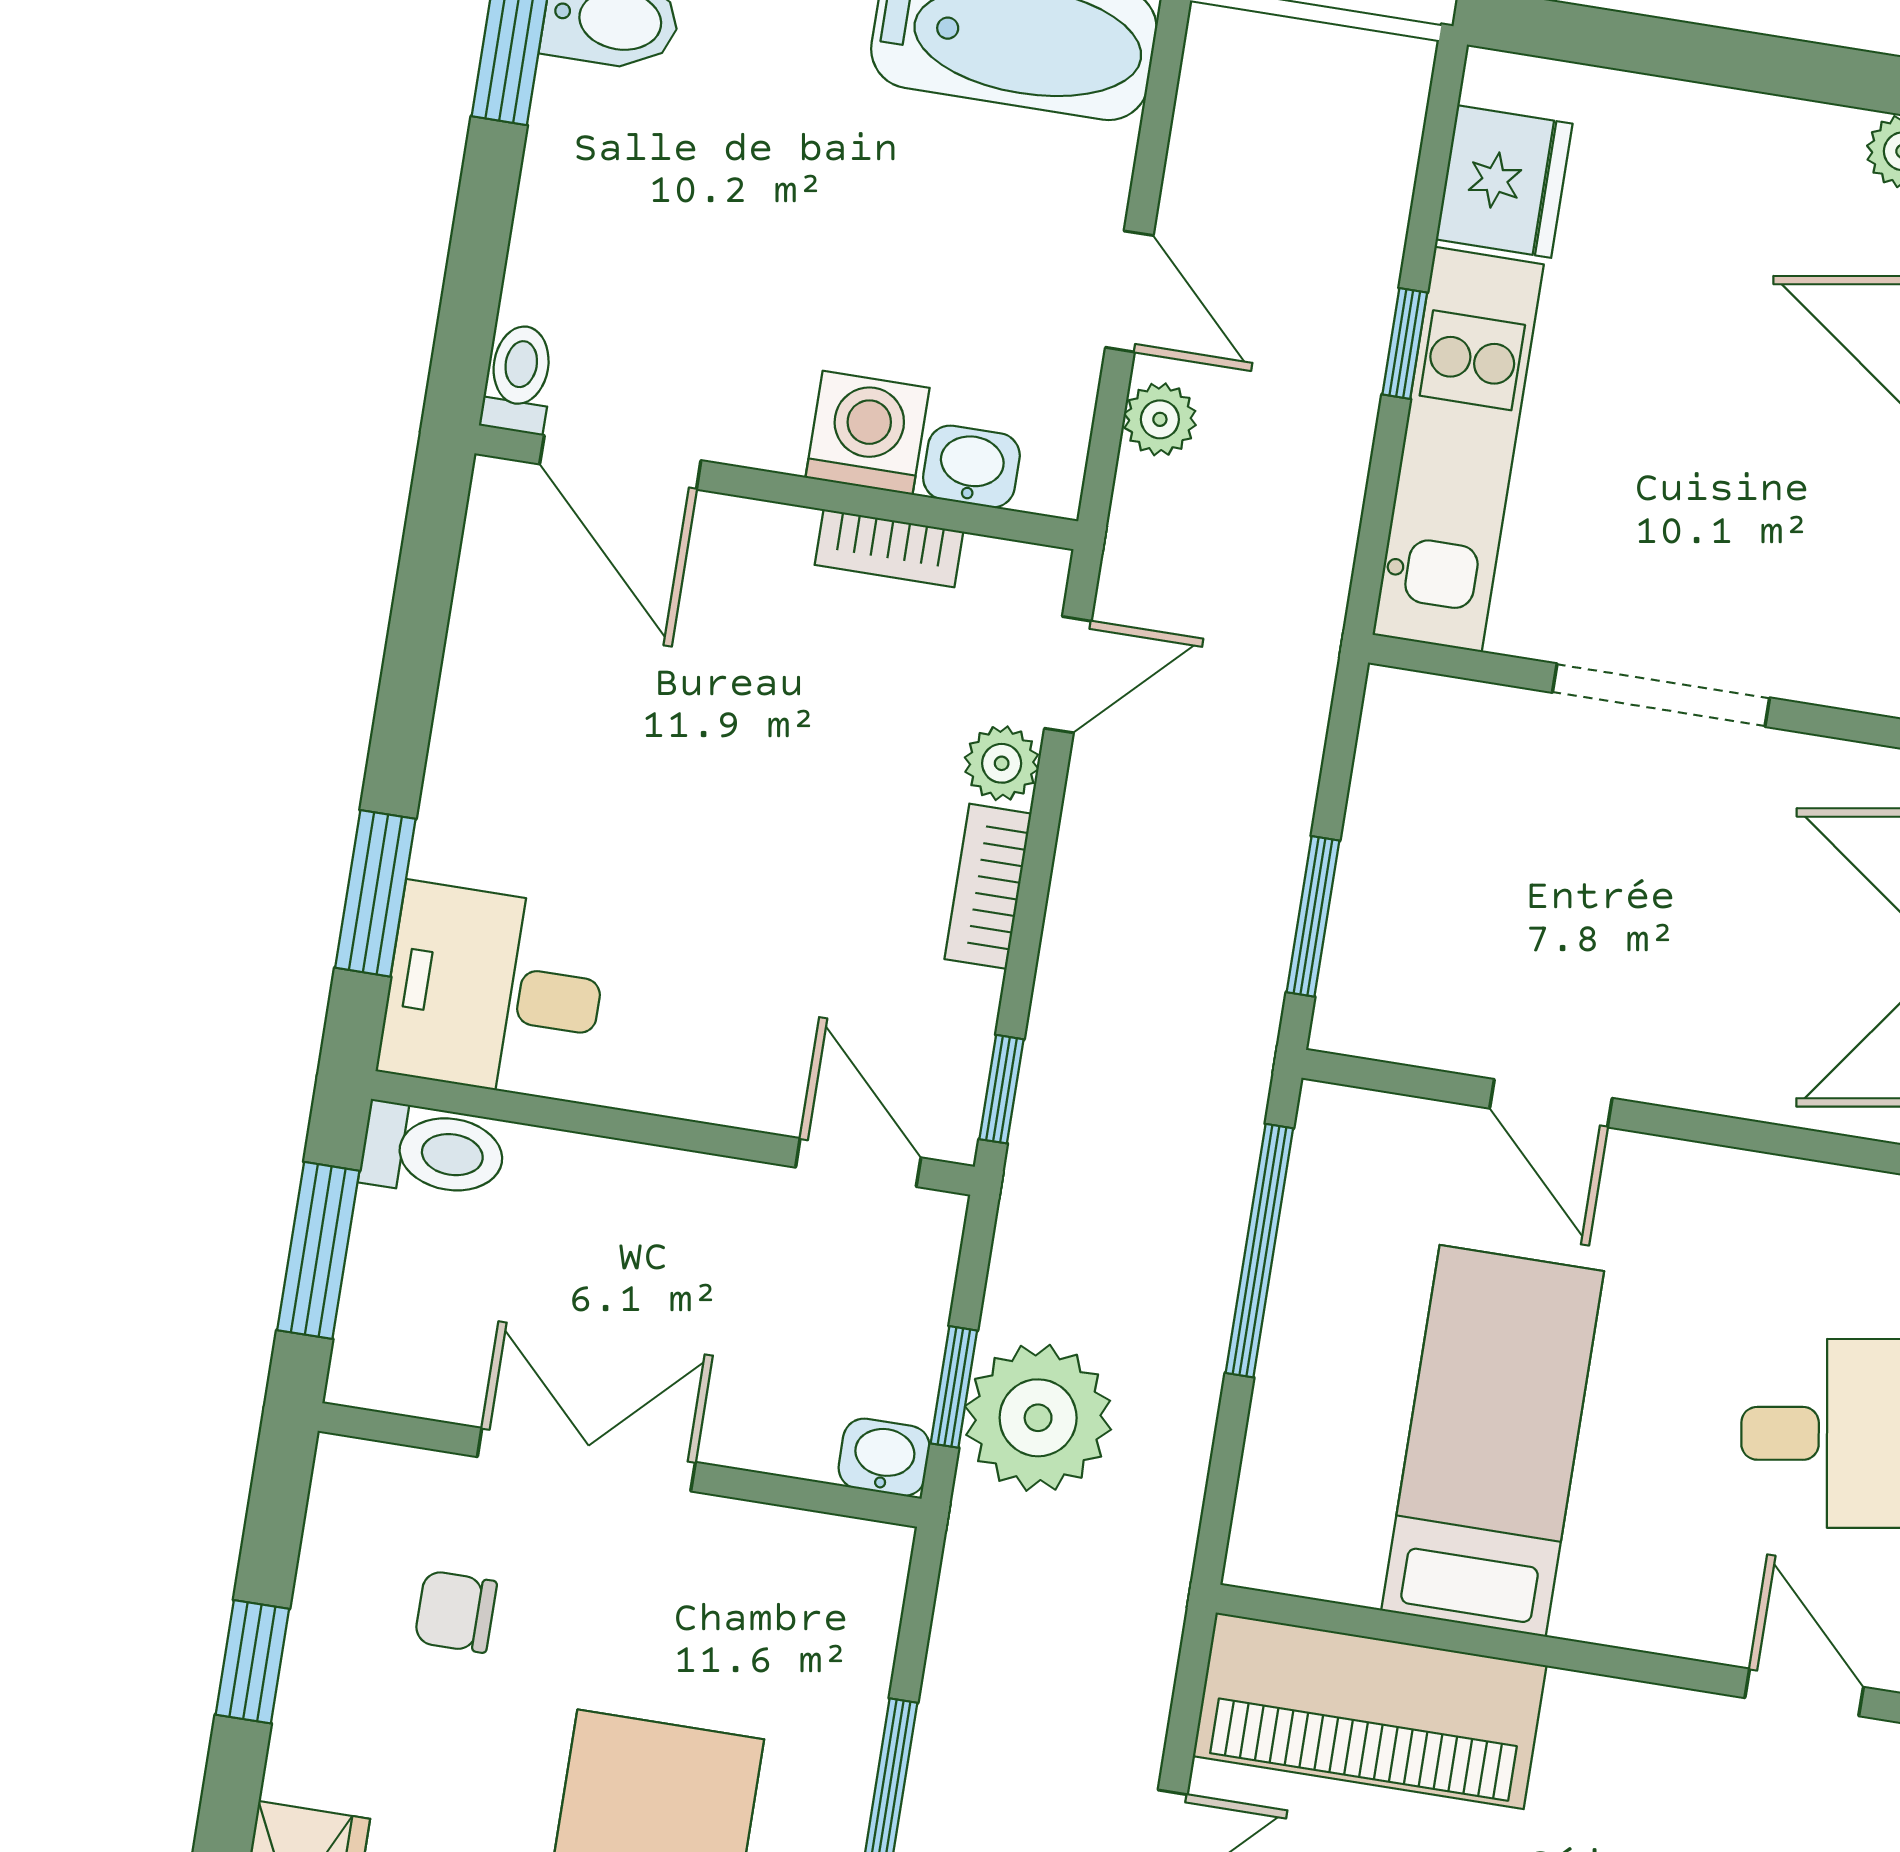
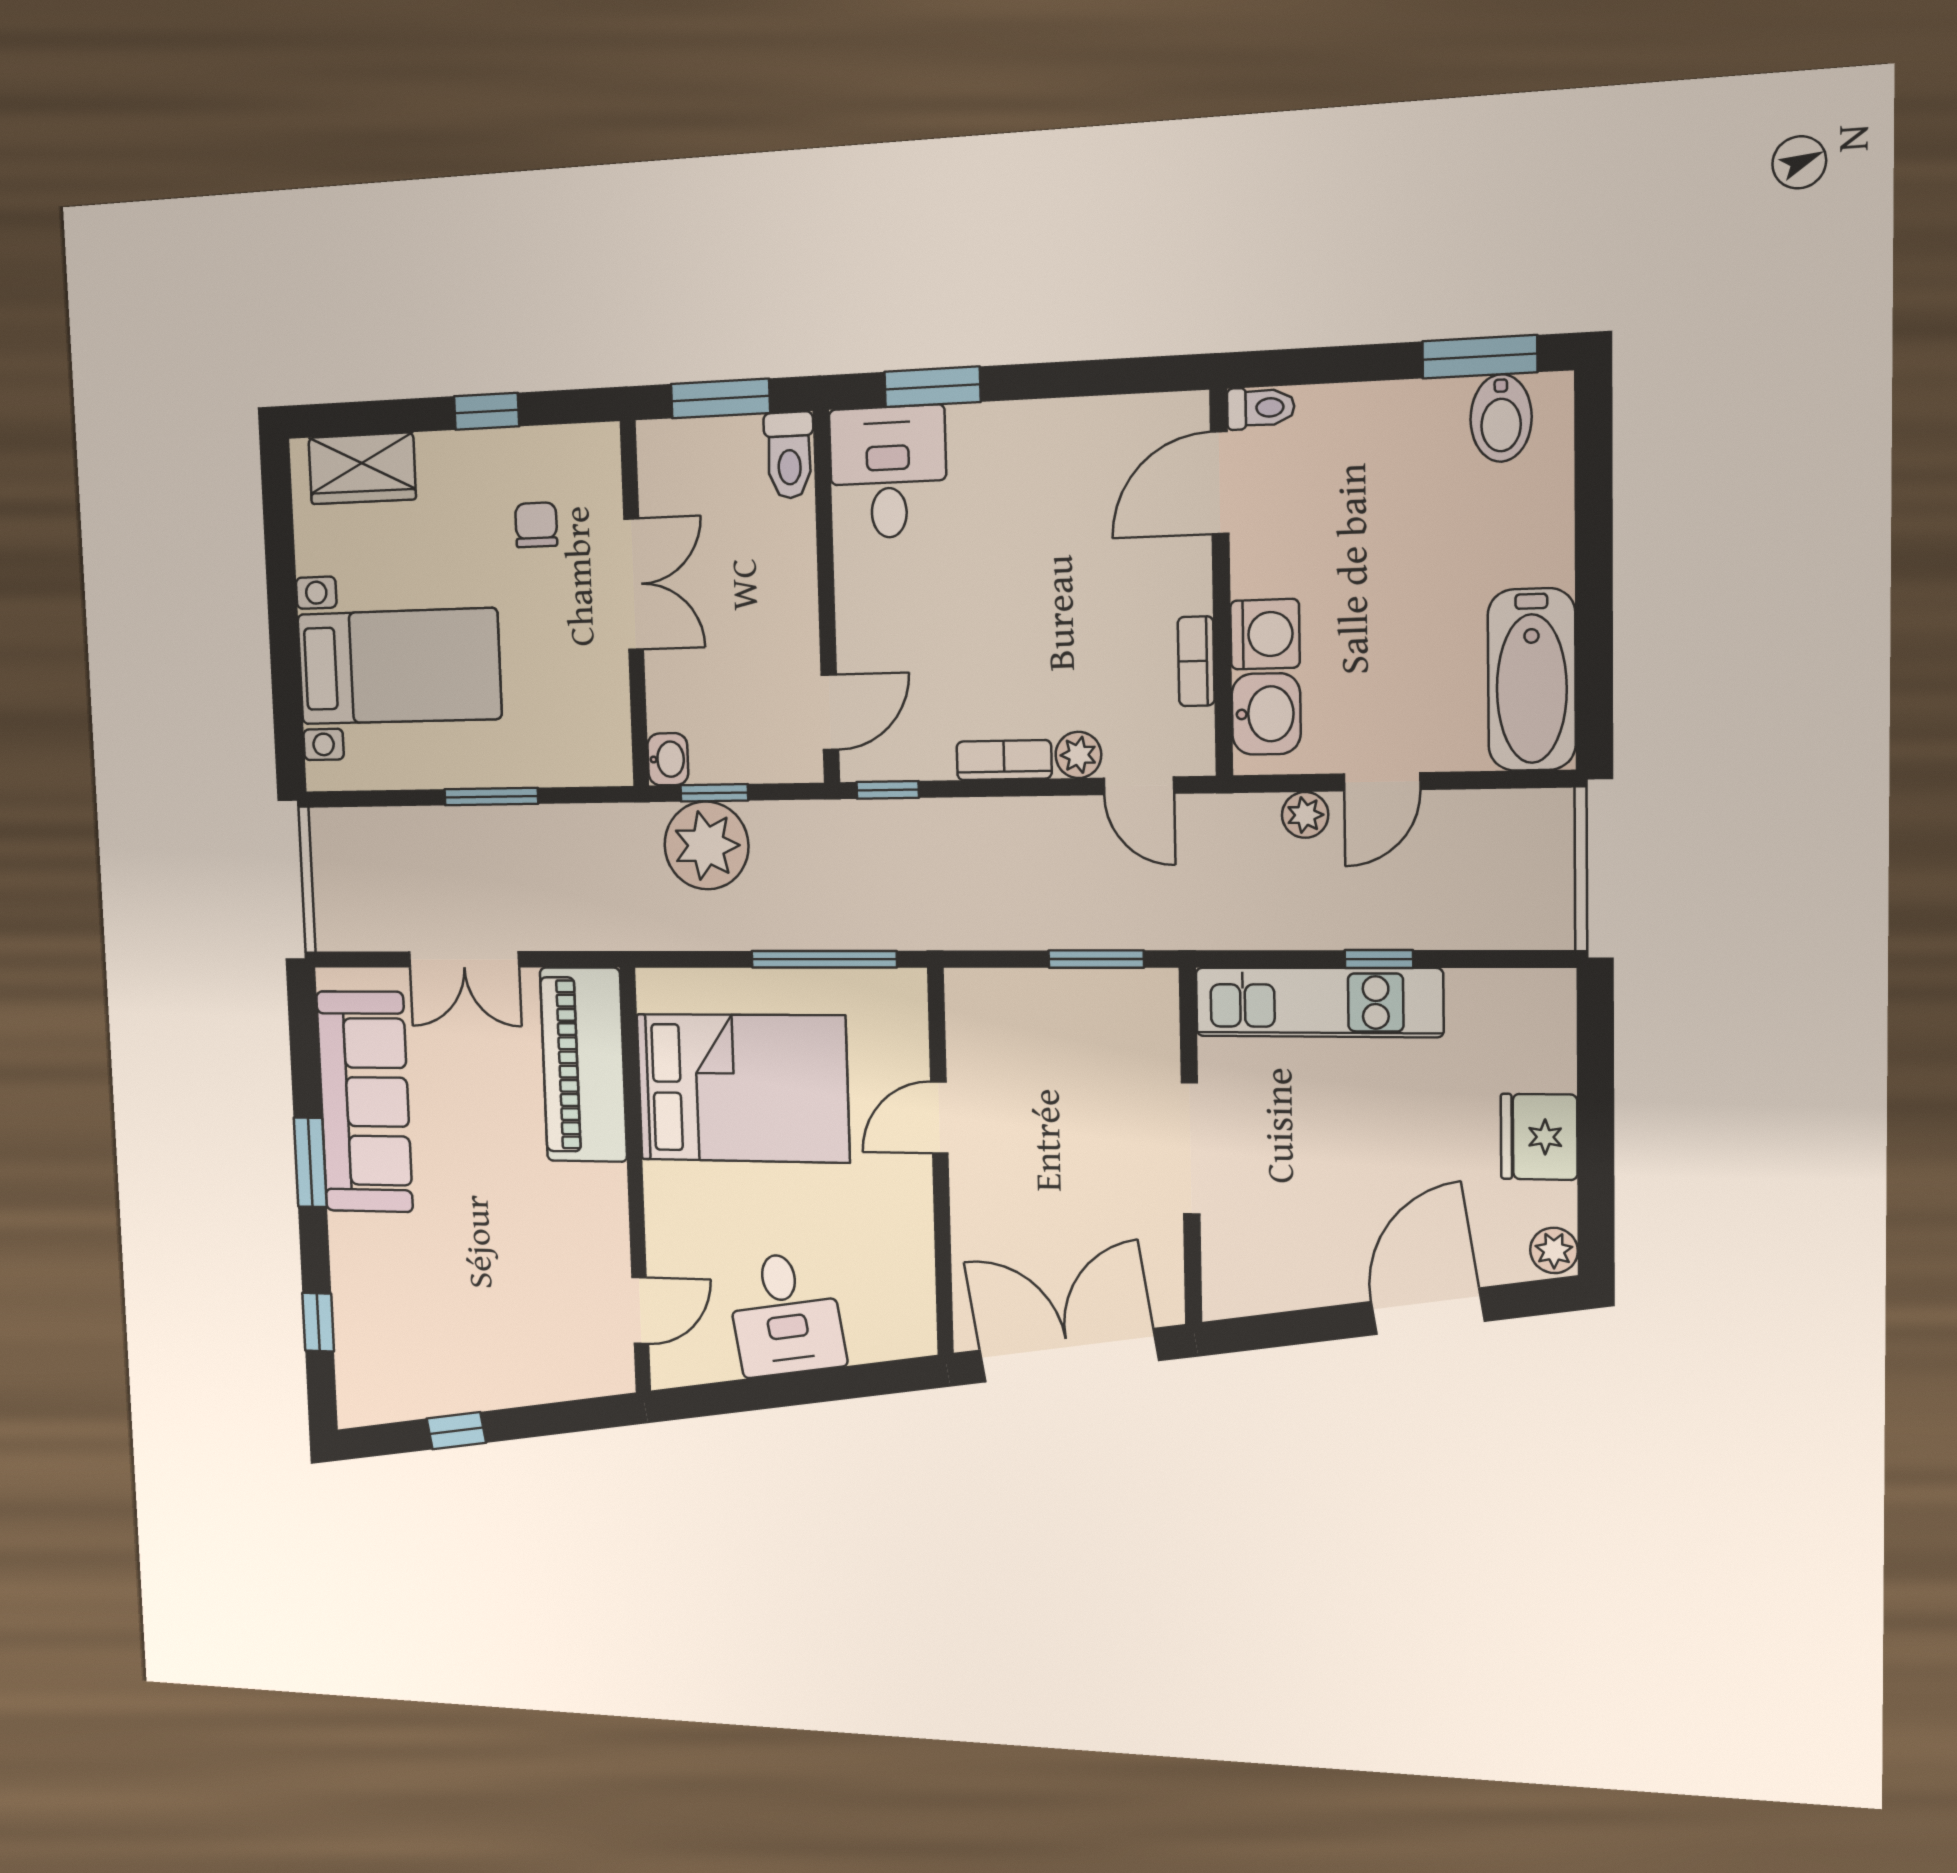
fridge: (1504, 182) -> (1539, 1137), moved, turned 90
washbasin: (971, 466) -> (1266, 714), width x1.38, depth x1.45
window: (1313, 916) -> (1096, 959), moved
bed: (1493, 1441) -> (742, 1088), width x1.50

